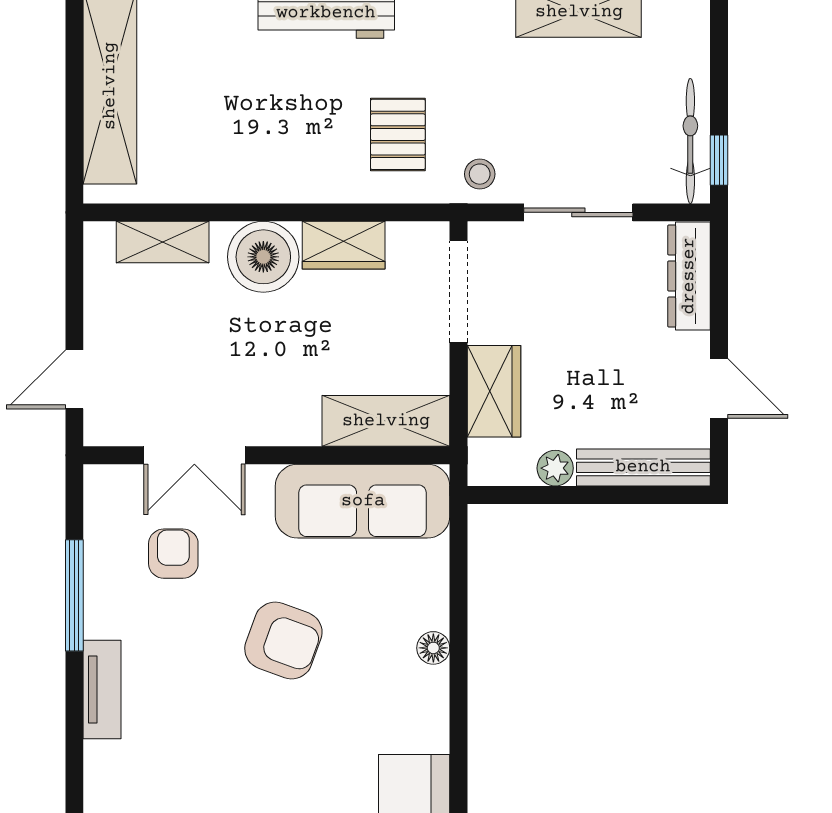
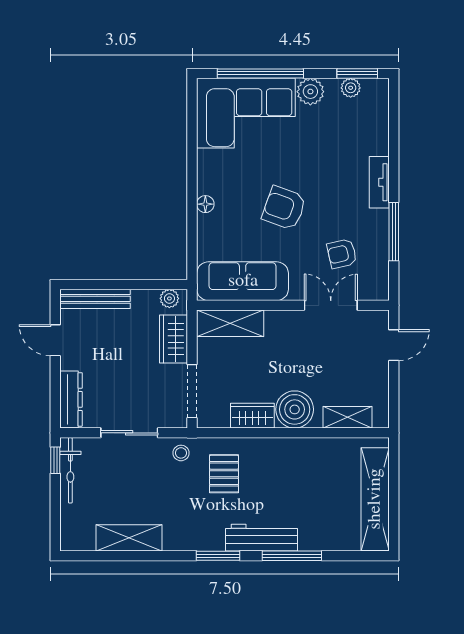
plant: (555, 468) -> (169, 298), moved
armchair: (173, 554) -> (342, 254), turned 77

